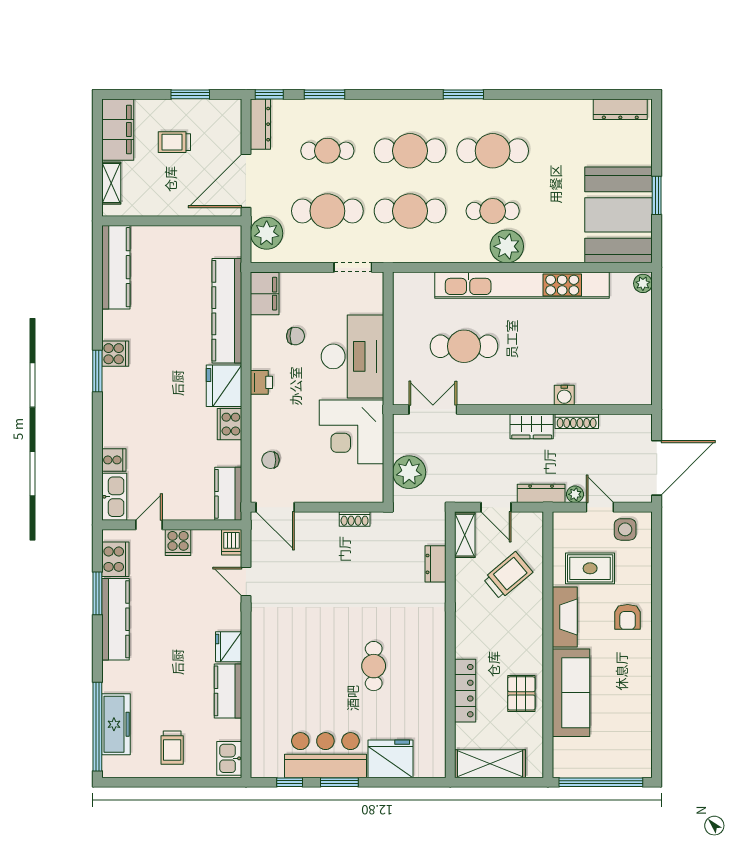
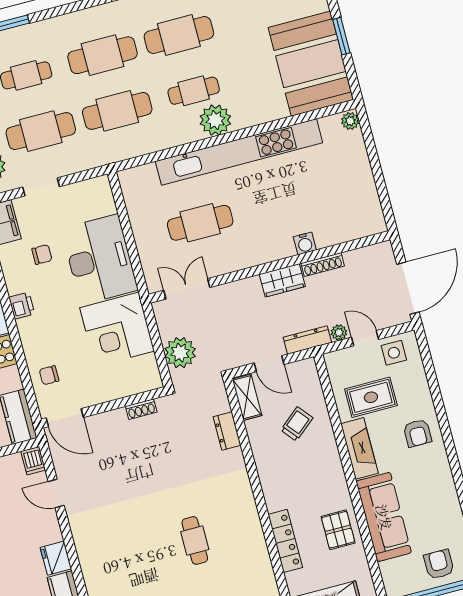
doorway: (353, 267) -> (41, 187), moved
trolley: (508, 575) -> (297, 424), width x0.73, depth x0.72
armchair: (614, 755) -> (439, 564), added

